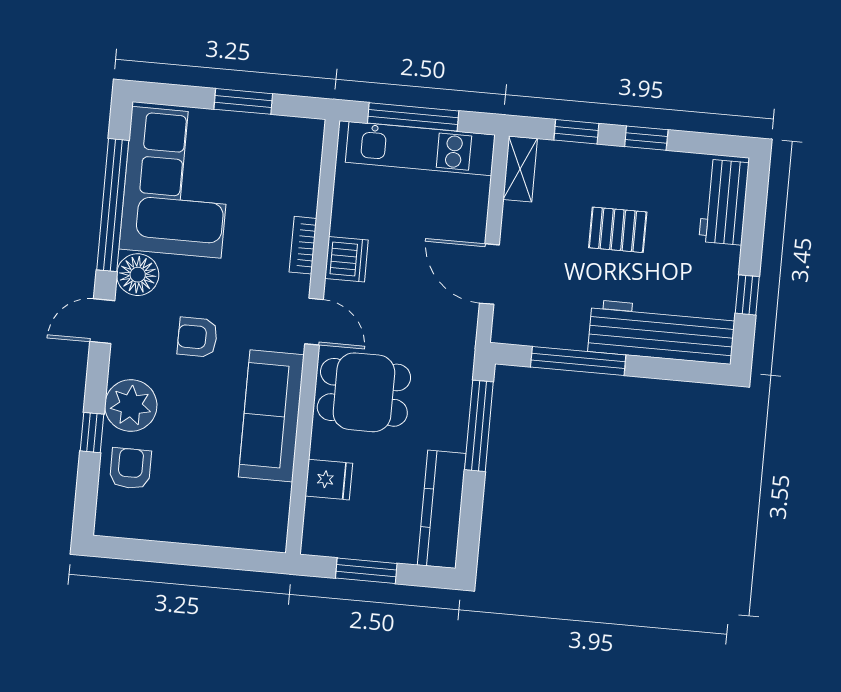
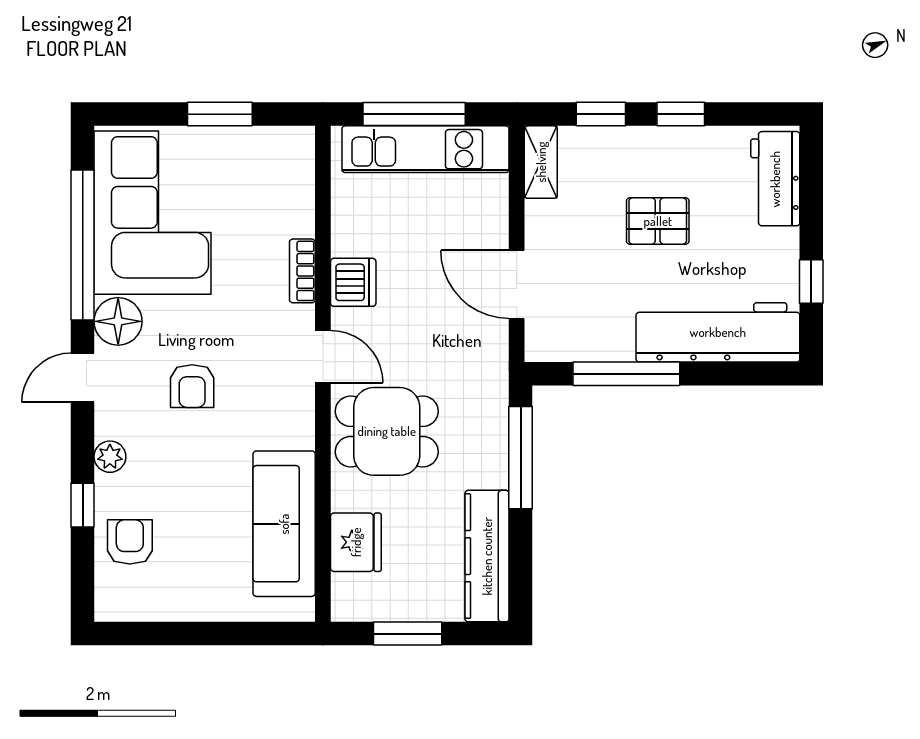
armchair: (197, 337) -> (192, 386), turned -90
plant: (131, 406) -> (110, 457), width x0.53, depth x0.53
sofa: (271, 416) -> (284, 524), moved
fridge: (329, 480) -> (356, 542), width x1.38

